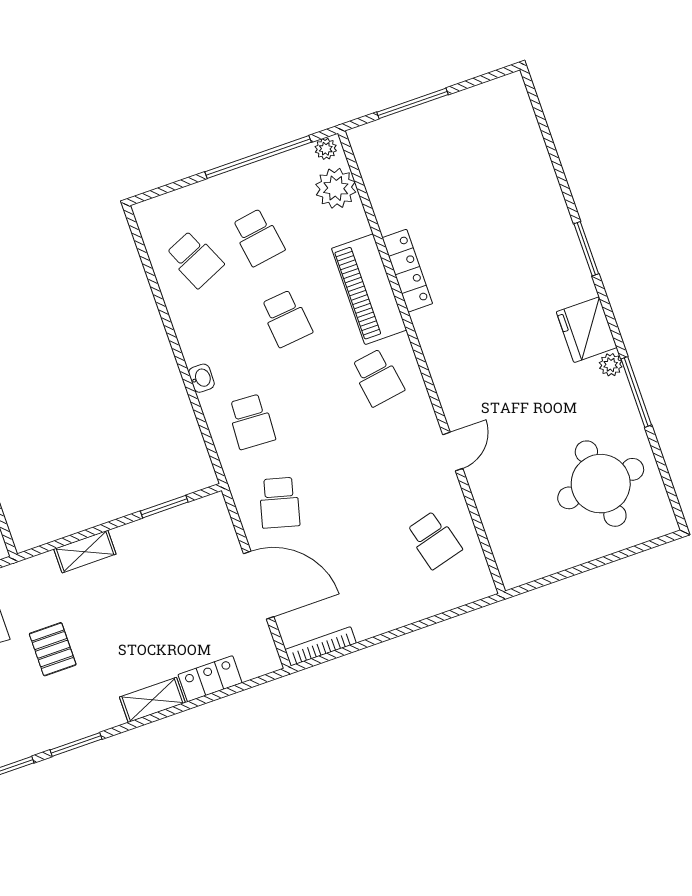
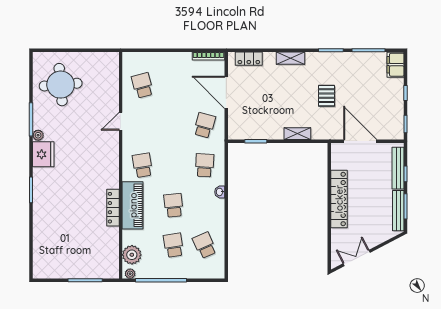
locker: (210, 679) -> (249, 59), moved

